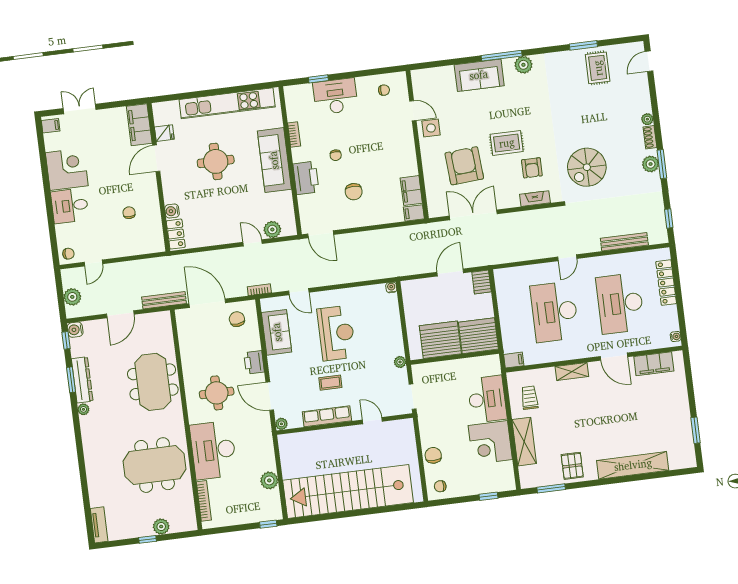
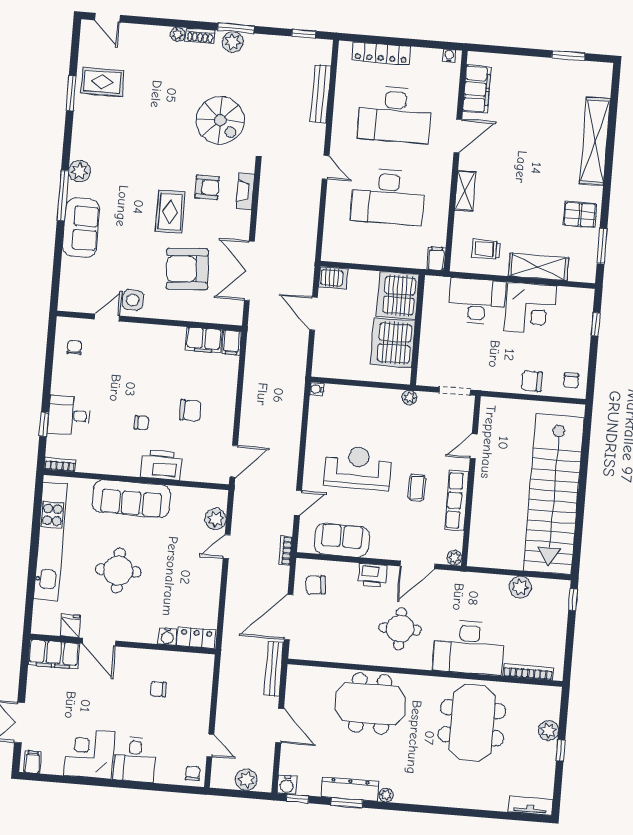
desk: (335, 96) -> (69, 415), width x0.73
bookcase: (294, 135) -> (60, 464), moved

